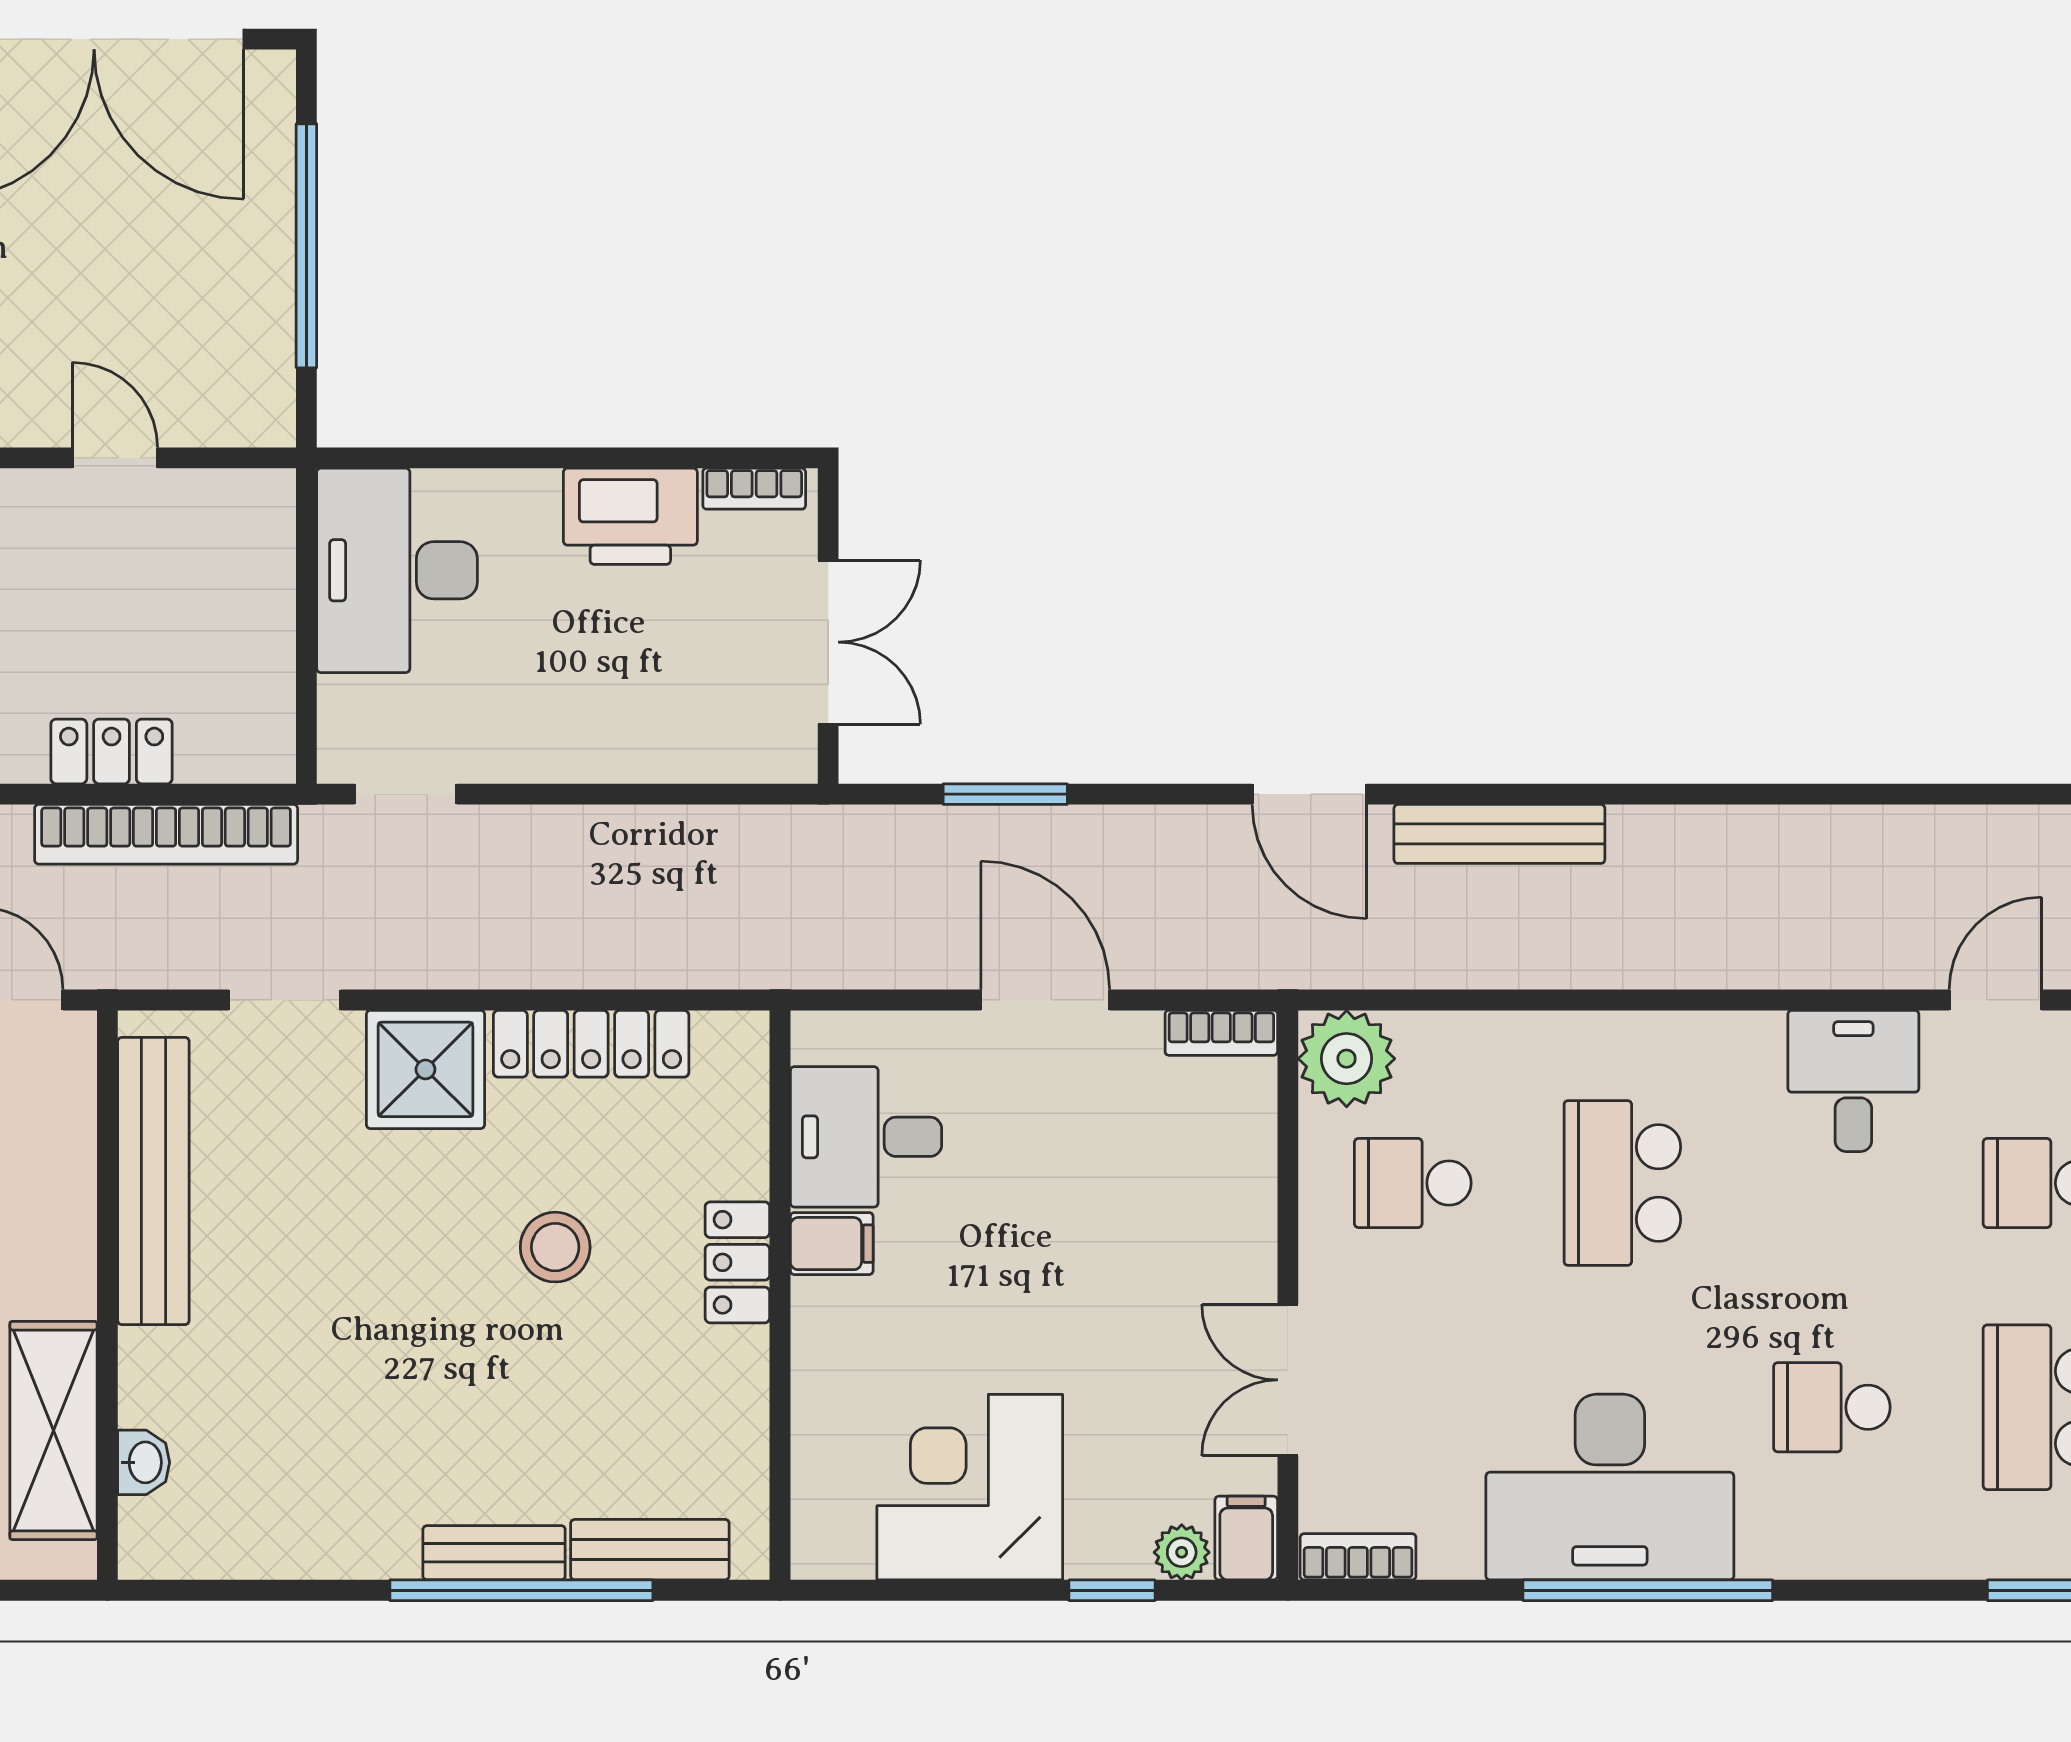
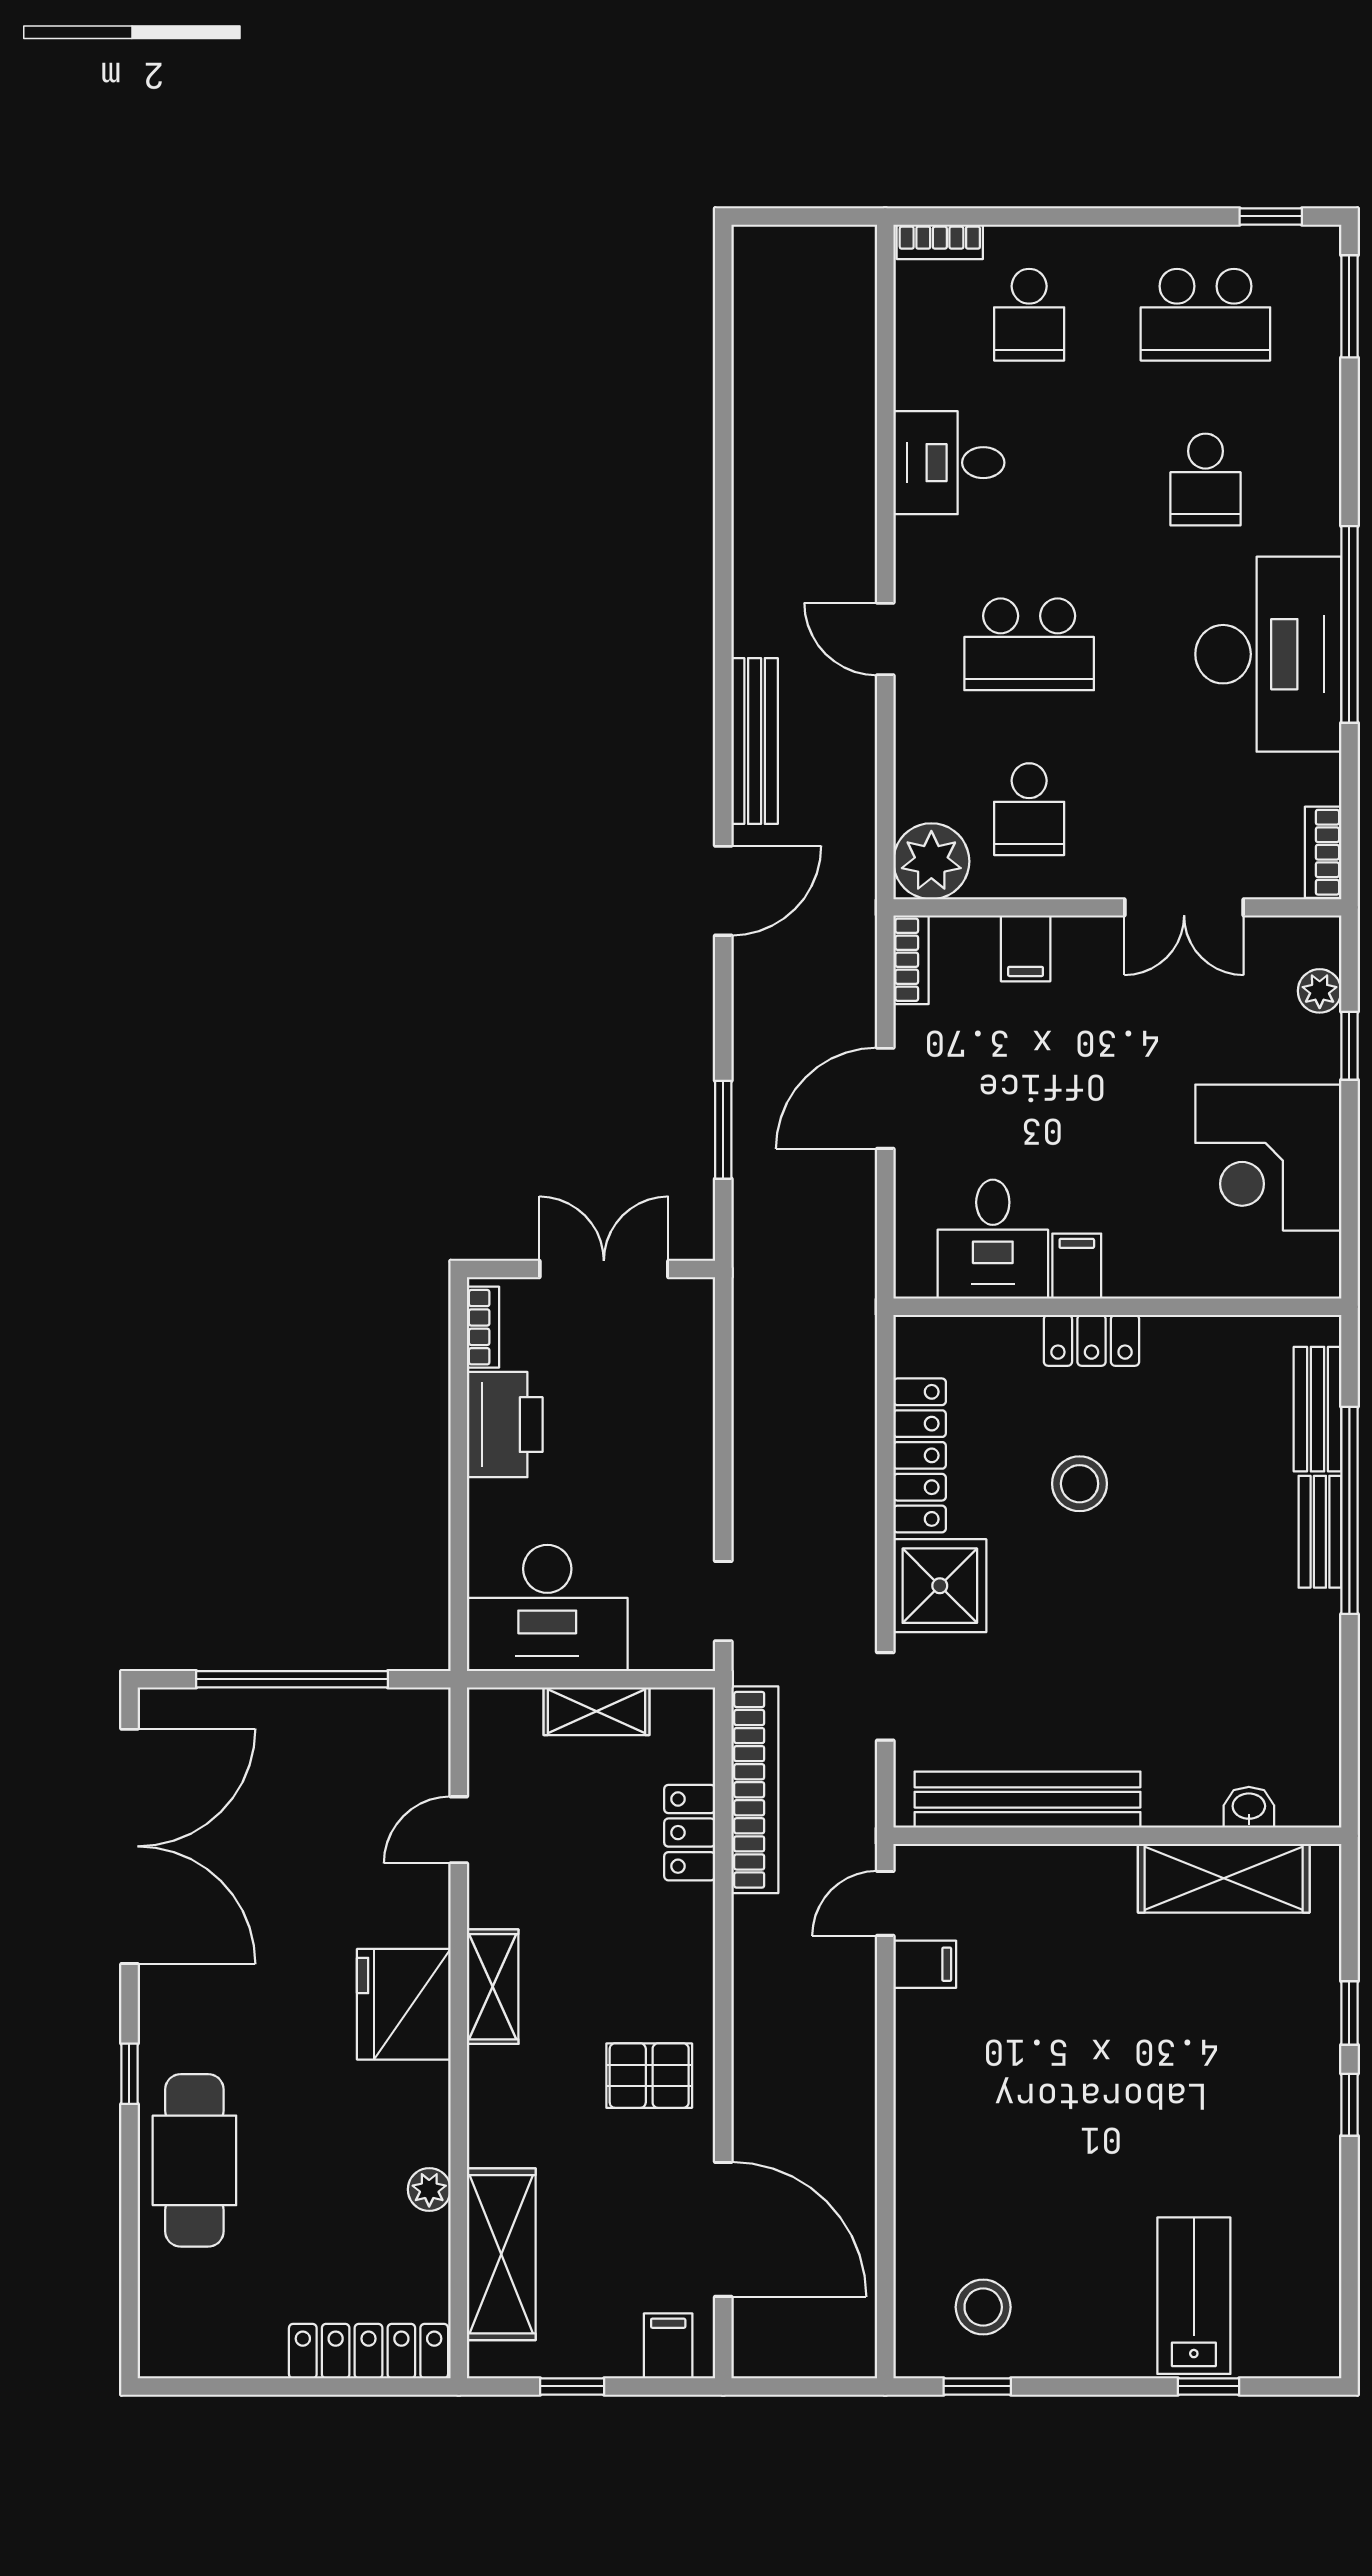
shelving: (266, 633) -> (597, 1711), added
door: (1995, 1000) -> (885, 639), moved
filing cabinet: (1246, 1538) -> (1026, 948), moved, turned -90

